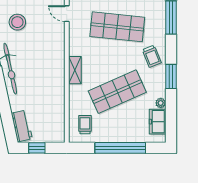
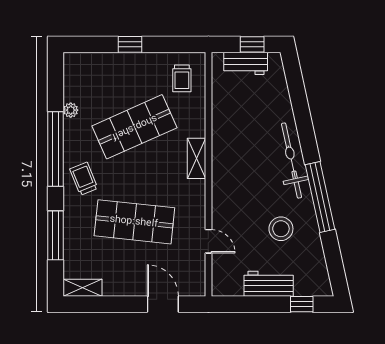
window: (171, 76) -> (56, 149), width x2.11
freezer: (158, 122) -> (75, 83), removed
workbench: (22, 126) -> (246, 63), moved, turned -78
window: (120, 148) -> (130, 44), width x0.32

